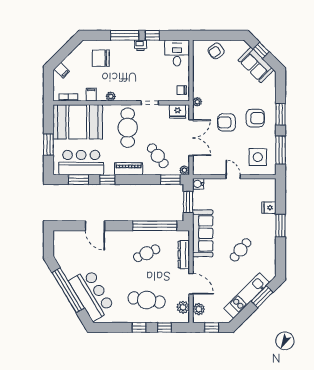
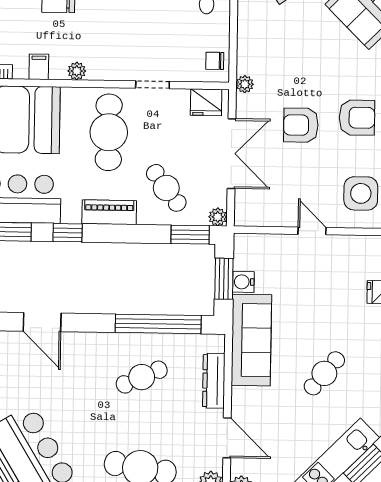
water cooler: (198, 184) -> (243, 282), moved

